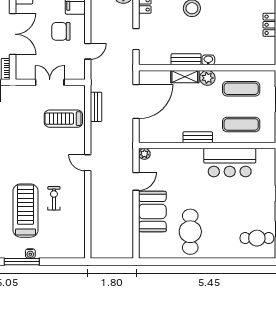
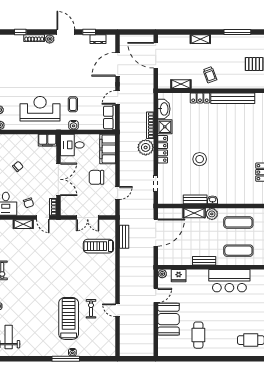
double door: (50, 82) -> (88, 218), swing flipped
fridge: (165, 156) -> (179, 276), added
door: (88, 163) -> (118, 310), moved
cafe table: (190, 232) -> (198, 335), width x0.73, depth x0.74

